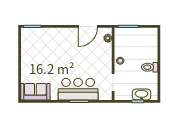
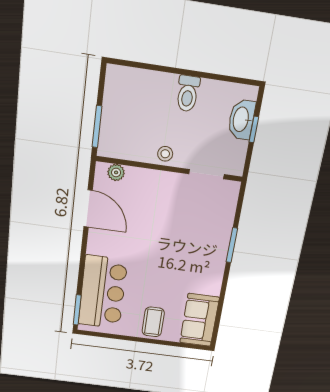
coffee table: (31, 67) -> (153, 322), added
bar counter: (78, 89) -> (103, 292), moved, turned 180

